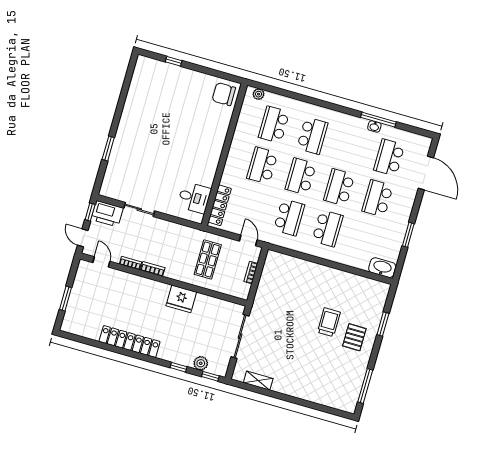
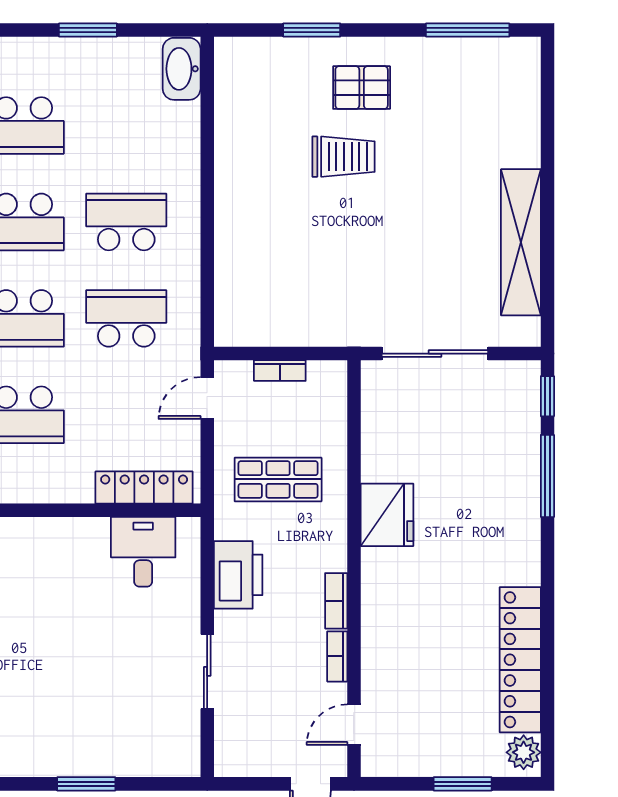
window: (90, 212) -> (246, 784), removed
printer: (107, 214) -> (238, 575), moved
trolley: (329, 322) -> (343, 157), turned 180
locker: (130, 342) -> (520, 660), moved
plant: (201, 363) -> (524, 752), moved
window: (179, 367) -> (547, 476), width x2.17
shelving: (258, 381) -> (521, 242), width x2.20, depth x1.33

